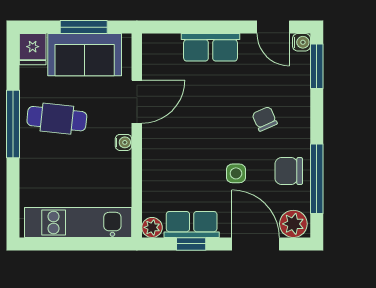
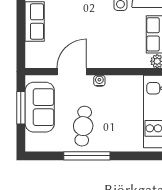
fridge: (33, 49) -> (36, 143), removed
door: (137, 102) -> (72, 72), hinge flipped

